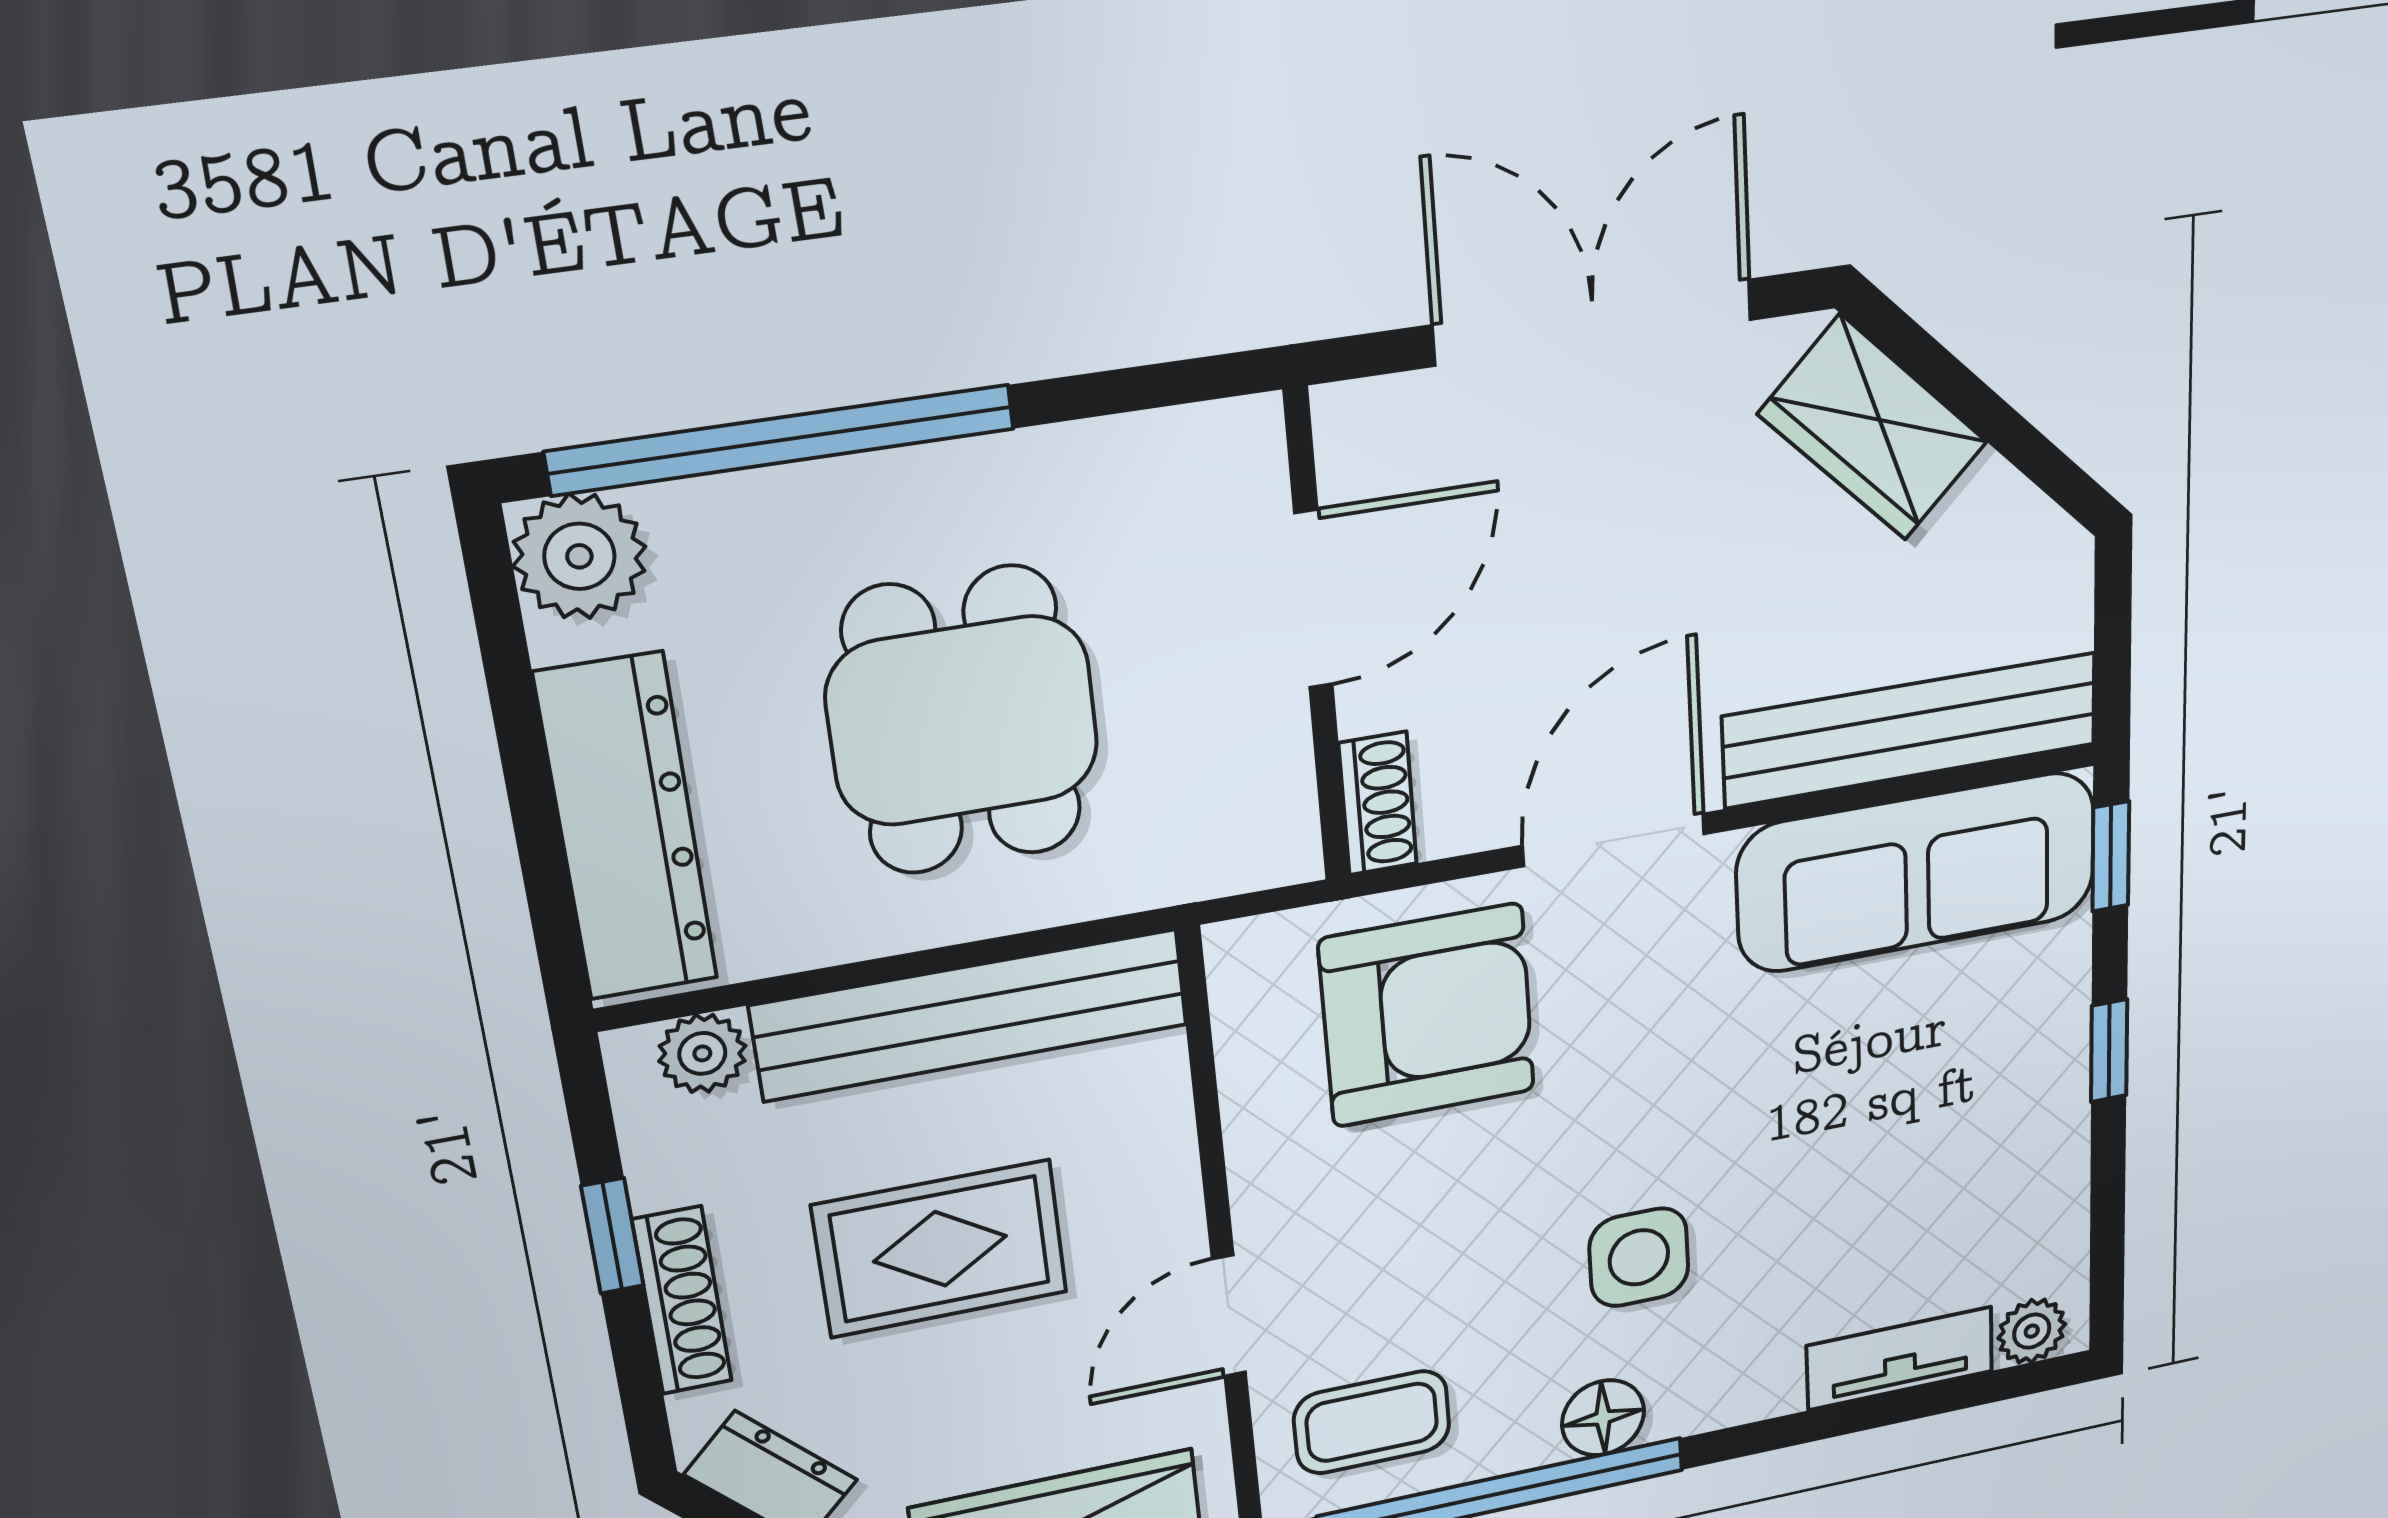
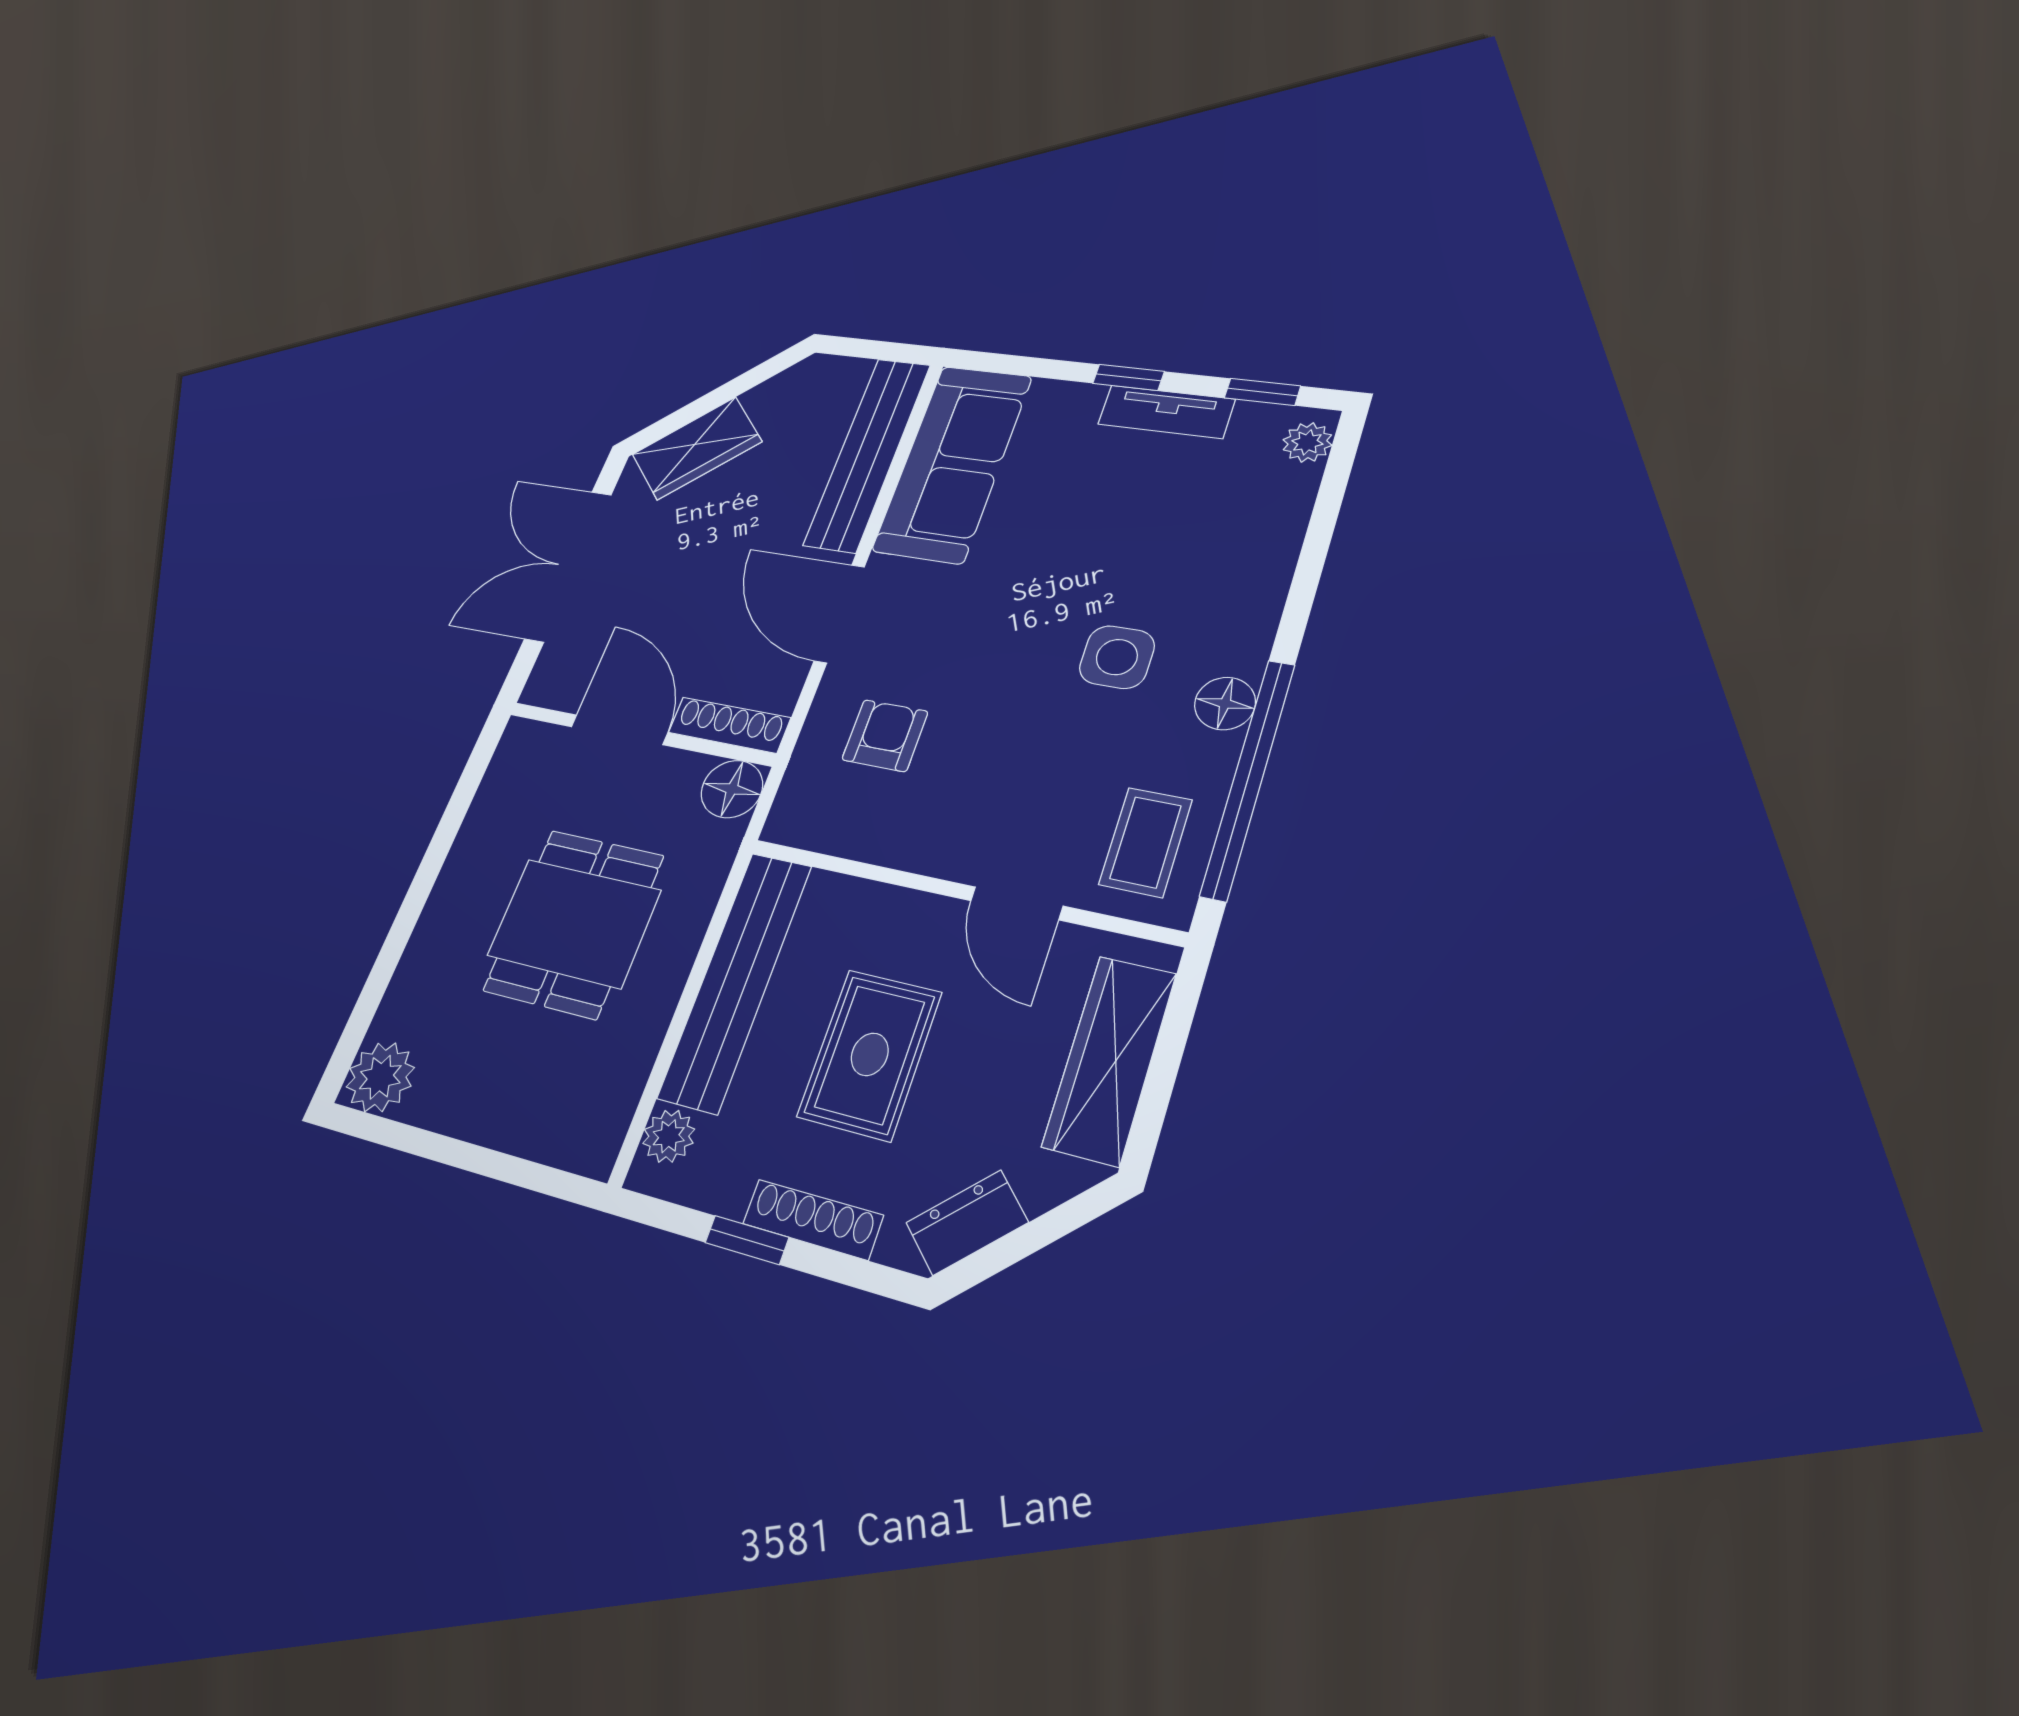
window: (782, 440) -> (389, 956), removed
dining table: (963, 721) -> (574, 923), turned 90
shoe rack: (1378, 804) -> (729, 725), width x1.43
dresser: (626, 828) -> (523, 1118), removed
floor lamp: (1270, 840) -> (732, 789), added
window: (2111, 856) -> (1262, 392), moved
armchair: (1427, 1015) -> (885, 736), width x0.53, depth x0.53
tv unit: (1900, 1358) -> (1166, 412), moved, turned -90

